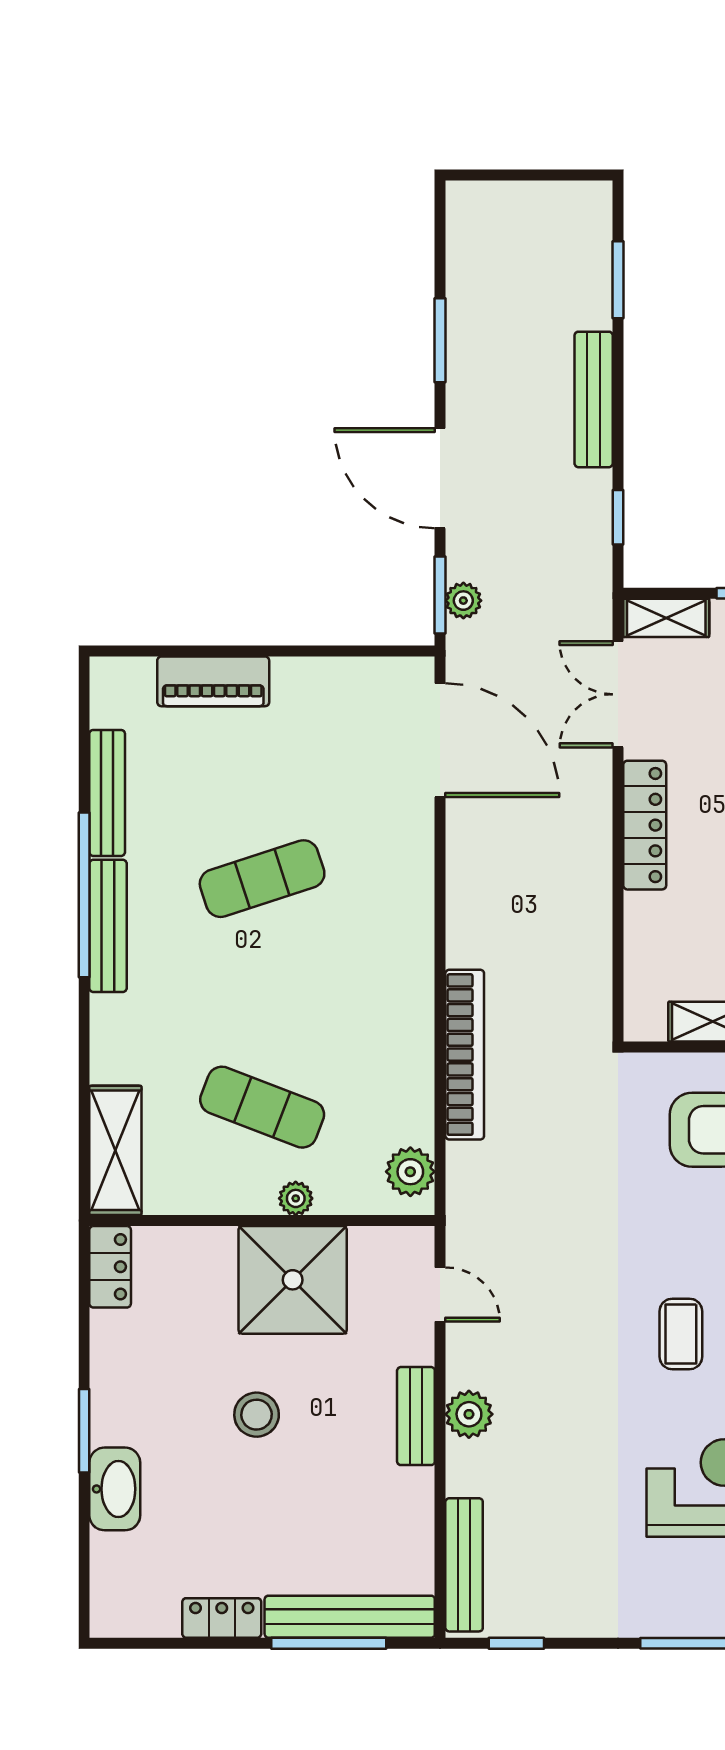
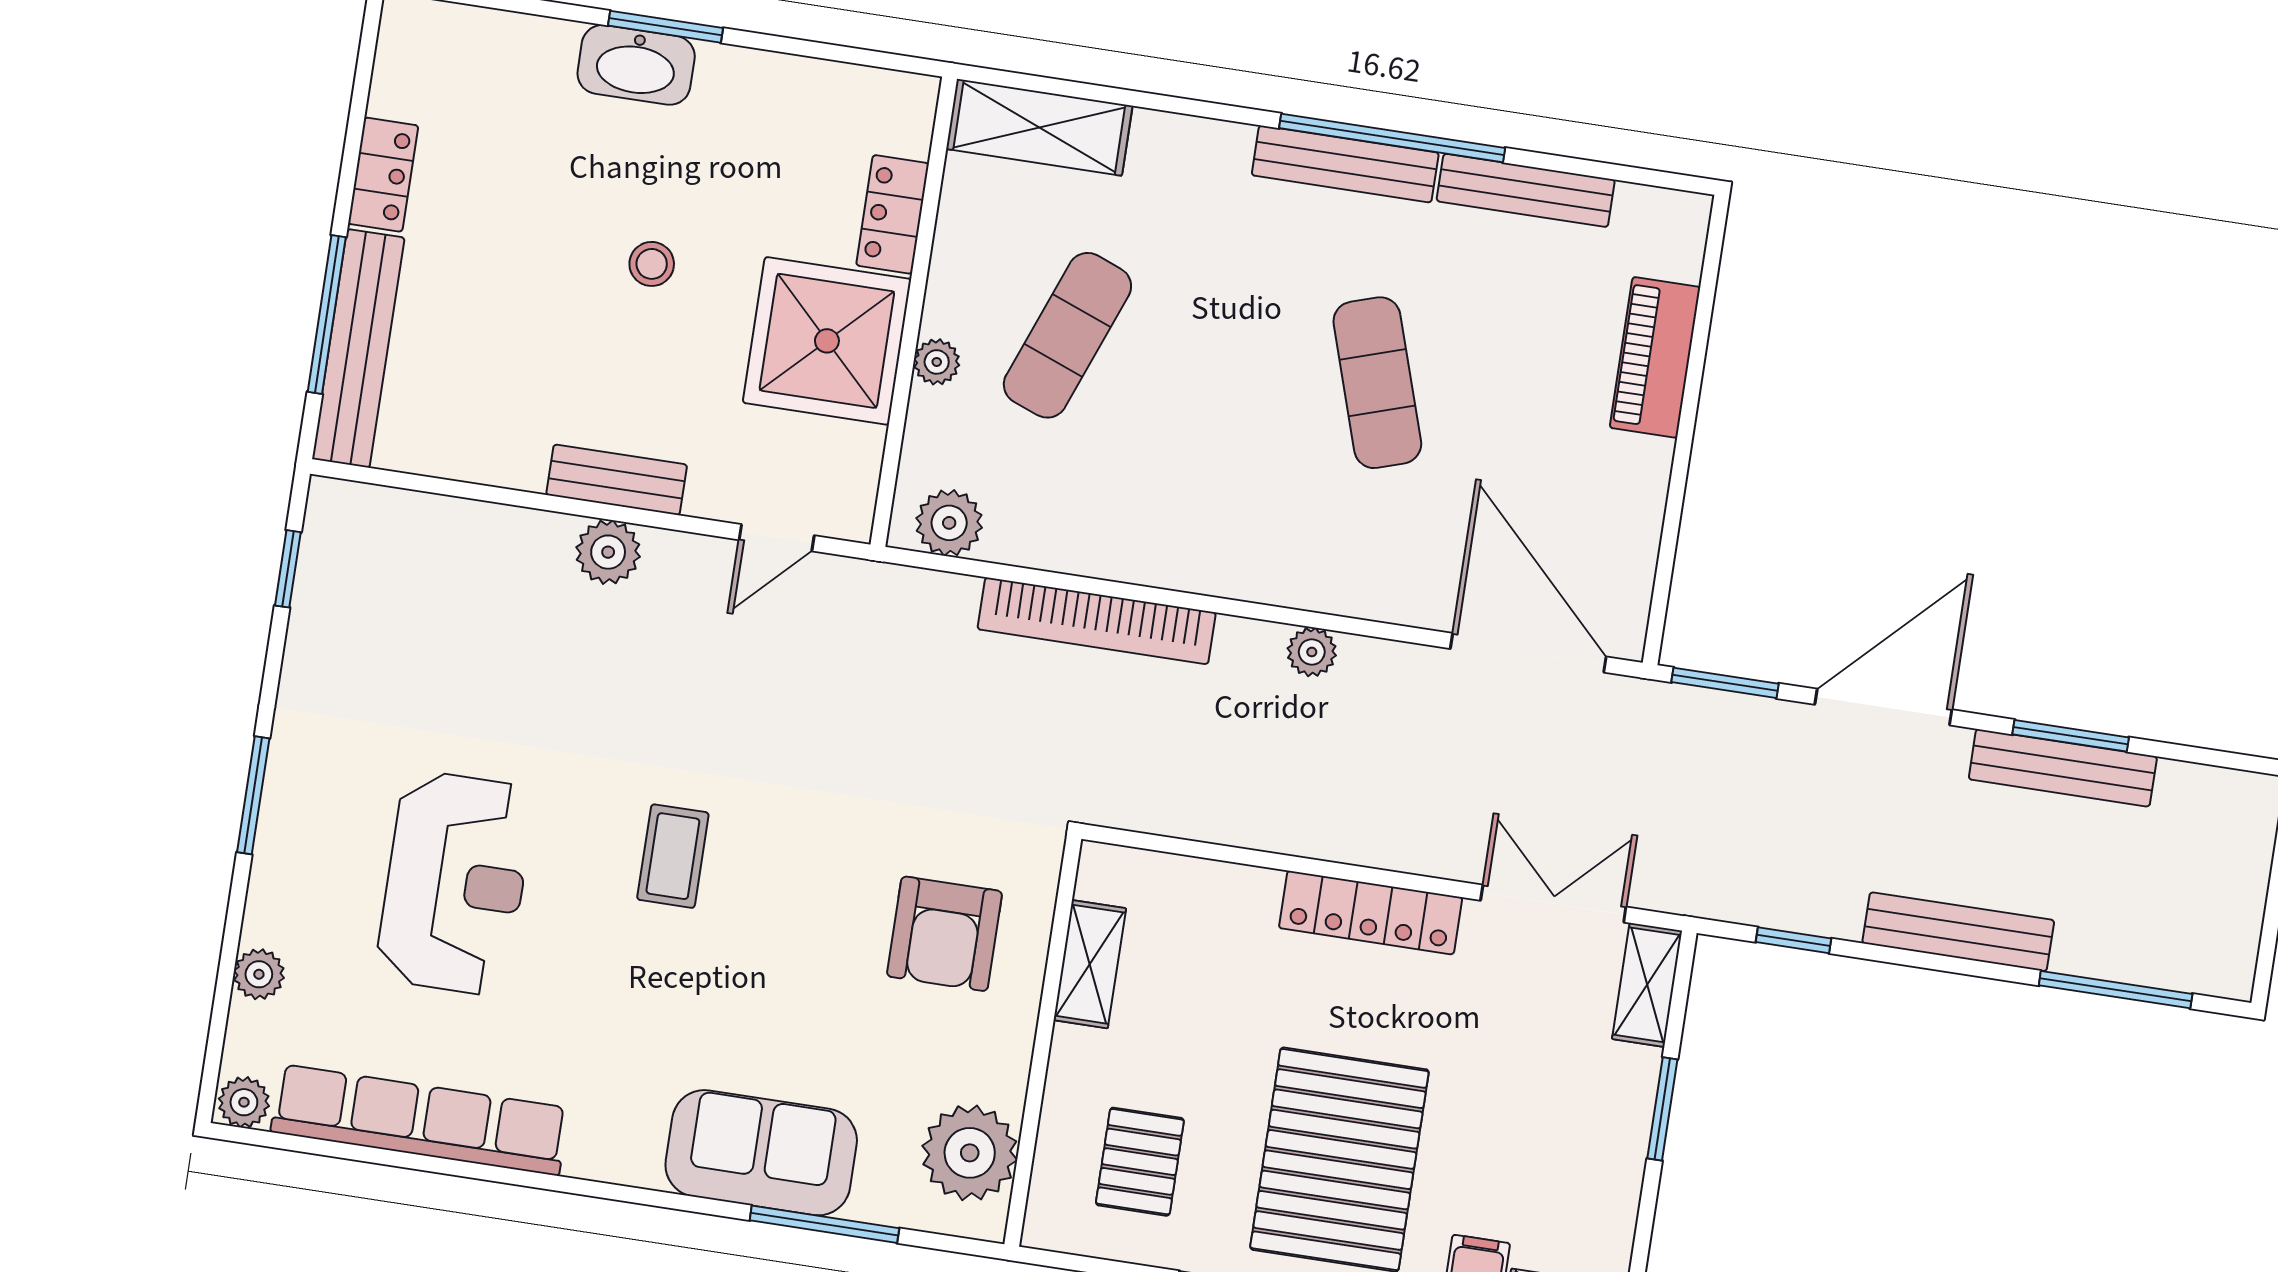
window: (618, 280) -> (2116, 990), width x1.44
plant: (463, 601) -> (1312, 652), moved
door: (440, 740) -> (1528, 653), swing flipped
locker: (110, 1267) -> (893, 214), moved, turned 90
coffee table: (681, 1334) -> (673, 856), turned 90
stool: (257, 1415) -> (652, 264), width x0.73, depth x0.73
washbasin: (115, 1489) -> (636, 65), moved
bench: (464, 1565) -> (2063, 768), moved

